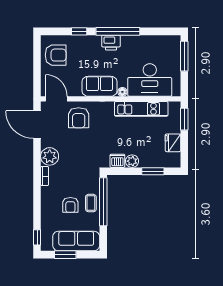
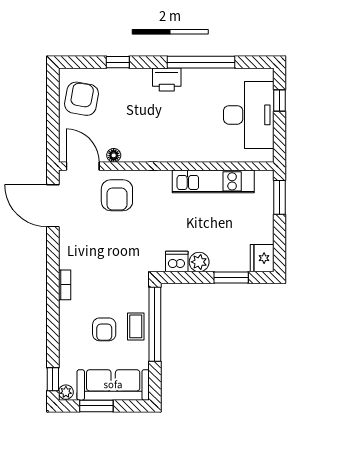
window: (118, 31) -> (201, 62), moved
armchair: (56, 55) -> (81, 99), turned -80
window: (184, 56) -> (280, 100), width x0.46
desk: (150, 80) -> (249, 115), moved, turned -90
sofa: (99, 86) -> (149, 147), removed
floor lamp: (122, 92) -> (114, 155), moved
fridge: (173, 143) -> (262, 258), moved
plant: (50, 156) -> (66, 392), moved, width x0.53, depth x0.53

